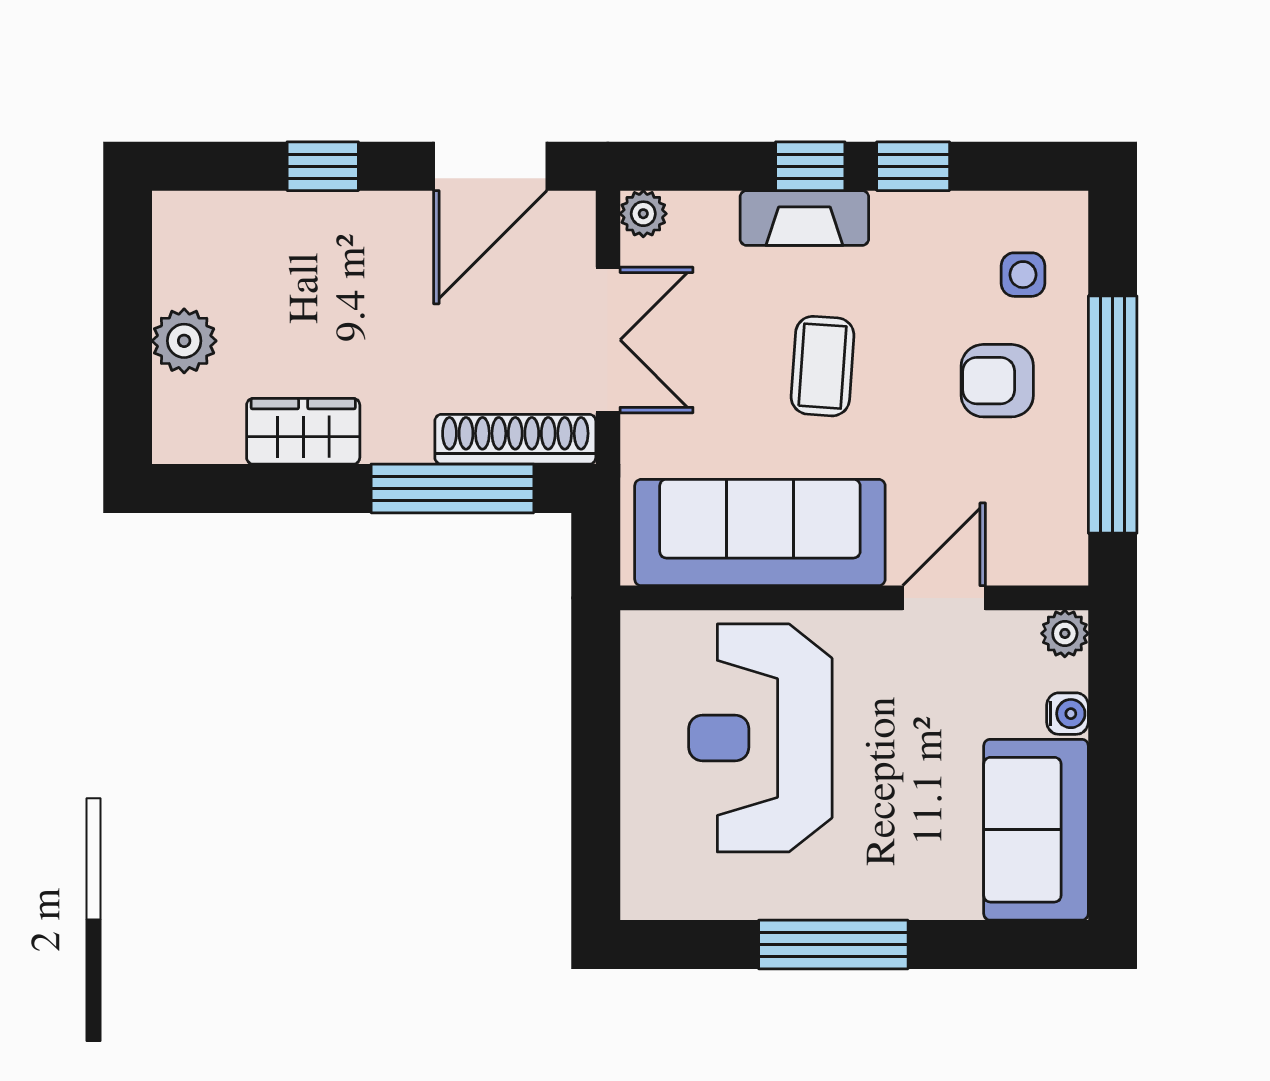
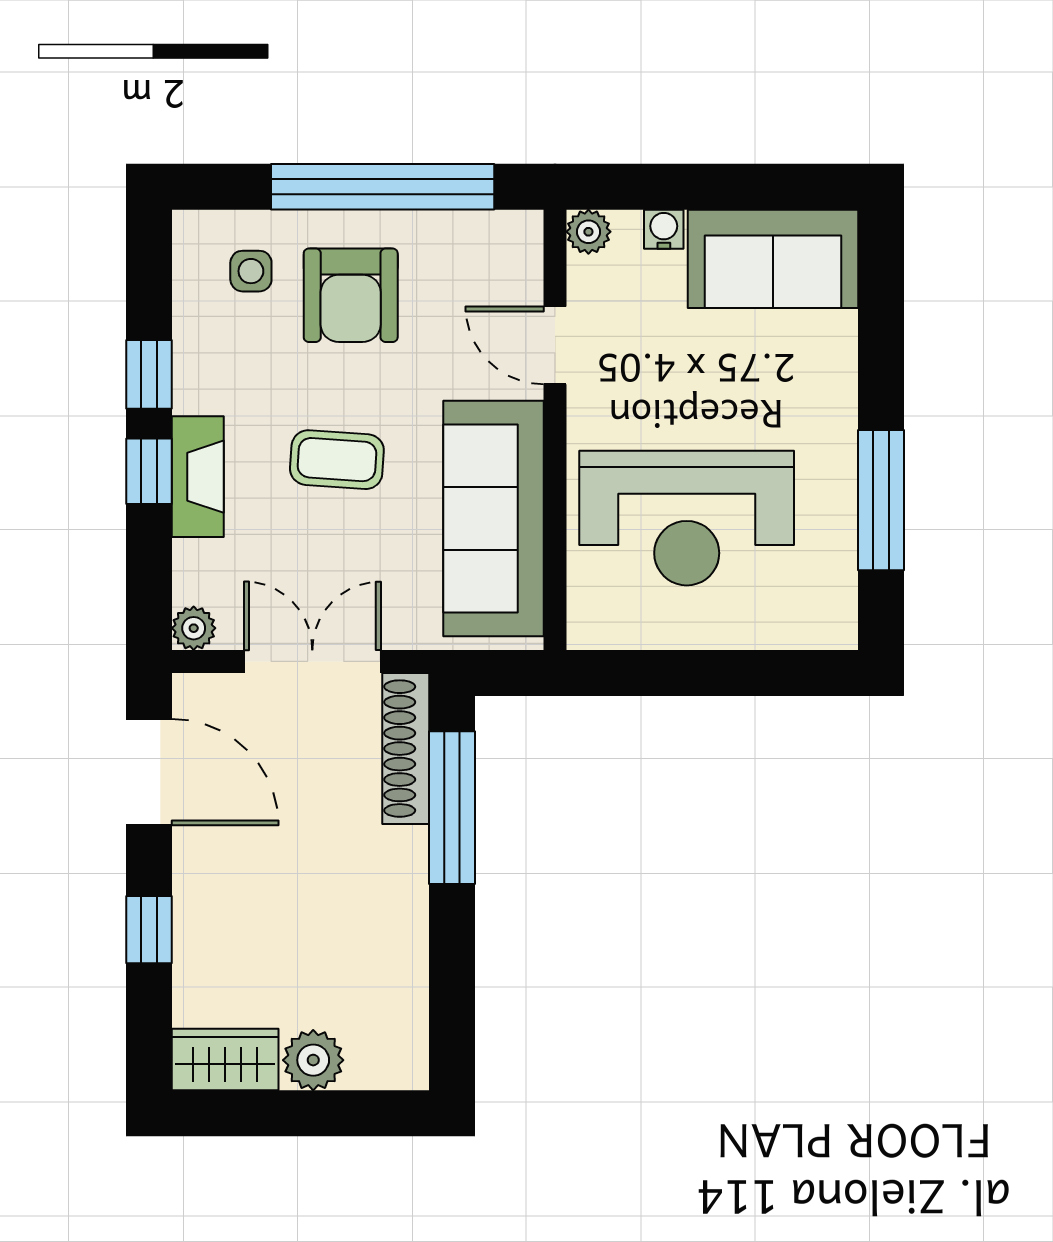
armchair: (997, 381) -> (351, 295), width x1.38, depth x1.38
wardrobe: (303, 431) -> (225, 1059), moved, turned 90
window: (833, 944) -> (881, 500), moved

